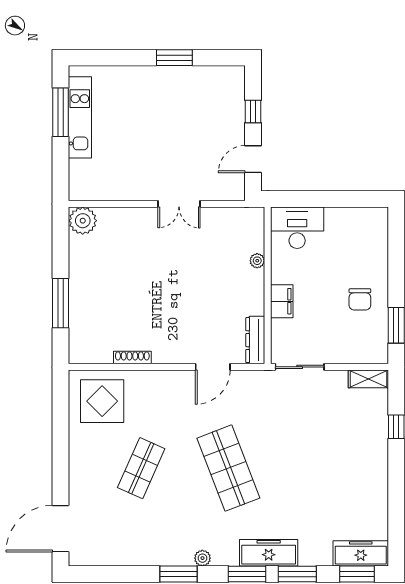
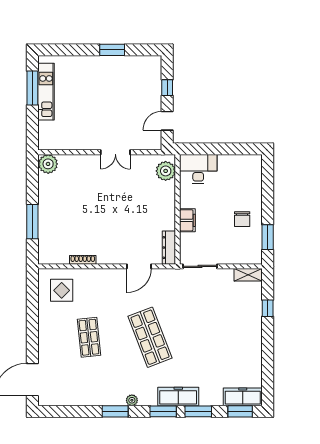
plant: (257, 261) -> (166, 171), moved, width x1.88, depth x1.88
display table: (102, 401) -> (62, 290), width x0.73, depth x0.73
shop shelf: (141, 468) -> (89, 337), turned -30

